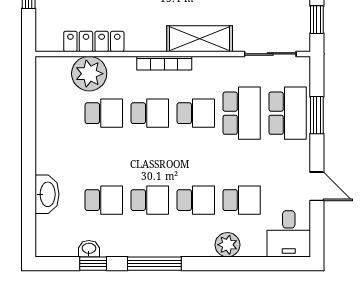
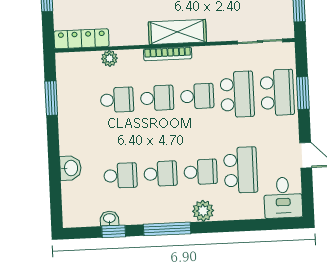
shelving: (200, 39) -> (177, 32), moved
locker: (94, 41) -> (81, 39), moved
plant: (89, 74) -> (109, 58), width x0.53, depth x0.53
window: (29, 108) -> (51, 98), added
washbasin: (47, 194) -> (70, 168), width x0.72
school desk: (242, 200) -> (241, 170), width x1.85
plant: (227, 245) -> (203, 211), moved

